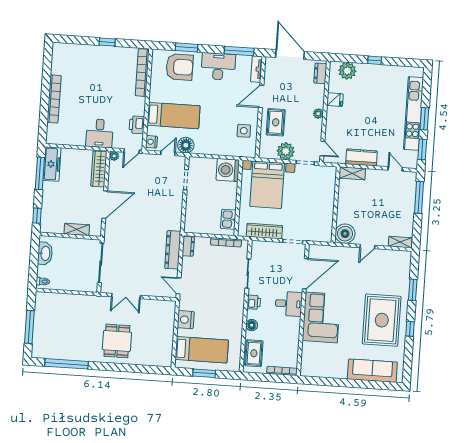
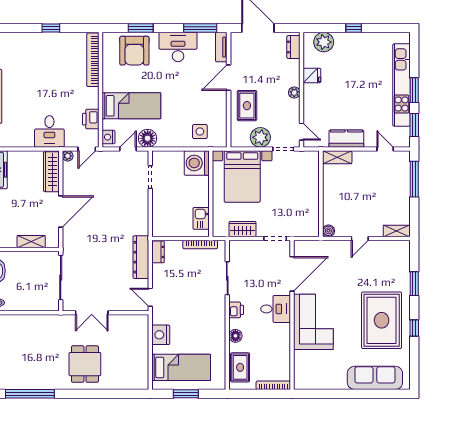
armchair: (180, 67) -> (134, 51), turned 90
side table: (244, 131) -> (200, 132), moved
wardrobe: (264, 231) -> (243, 229), width x0.67
boiler: (345, 234) -> (328, 231), width x0.54, depth x0.54

